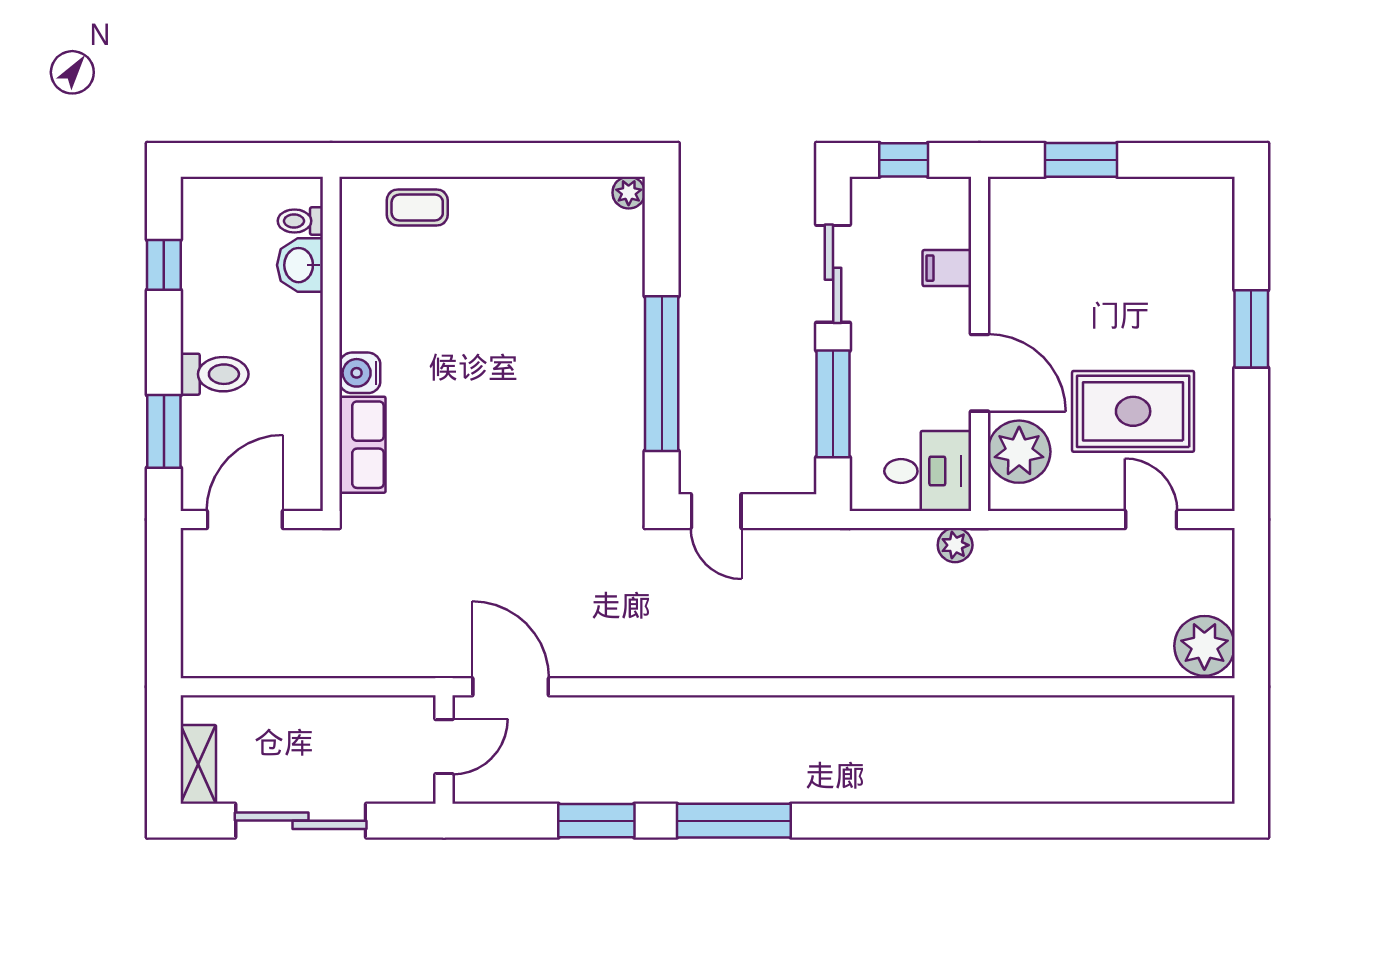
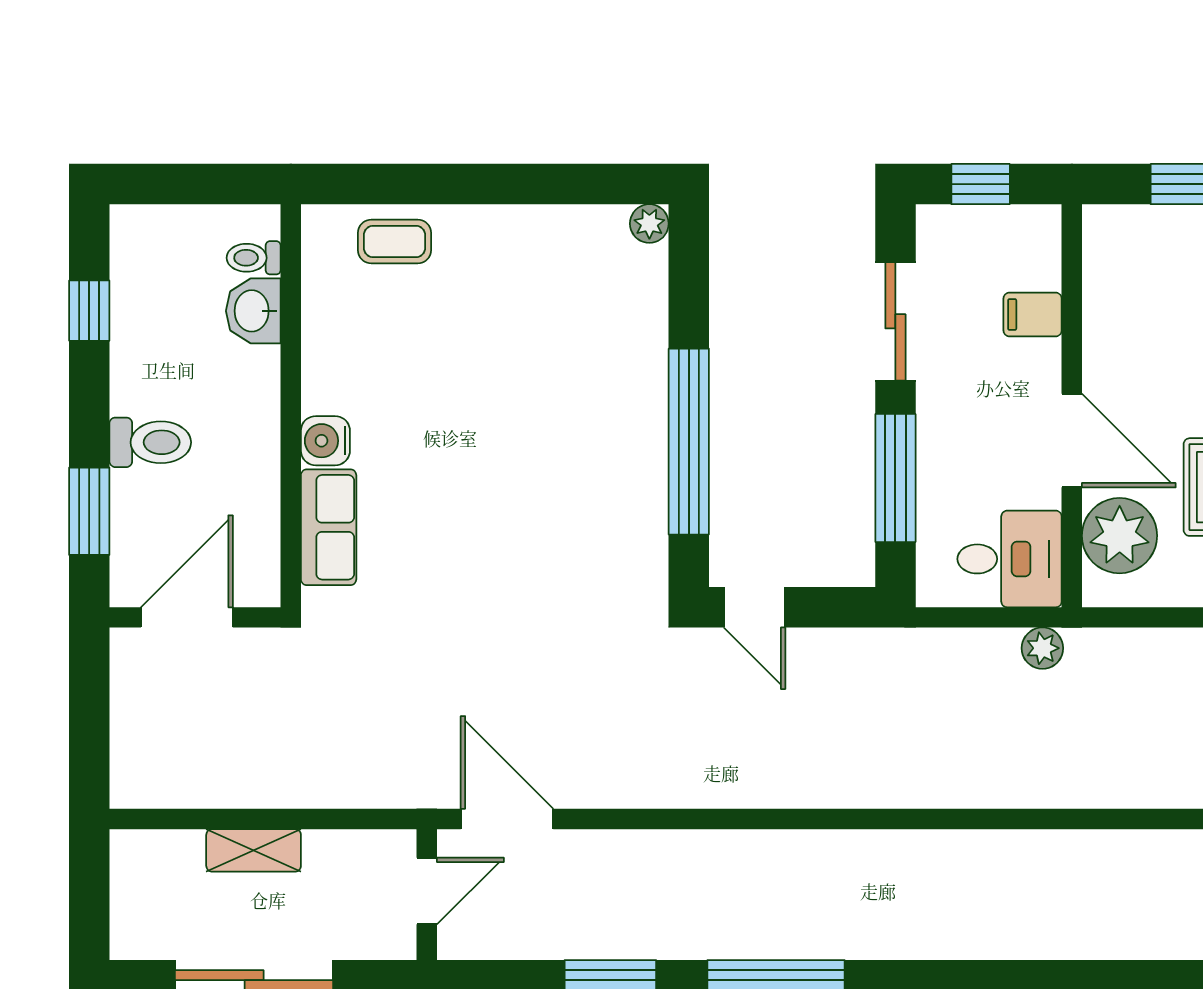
shelving: (198, 764) -> (254, 850), moved, turned 90

